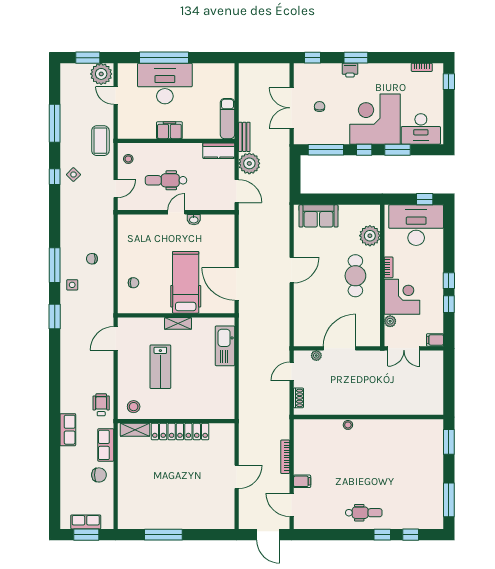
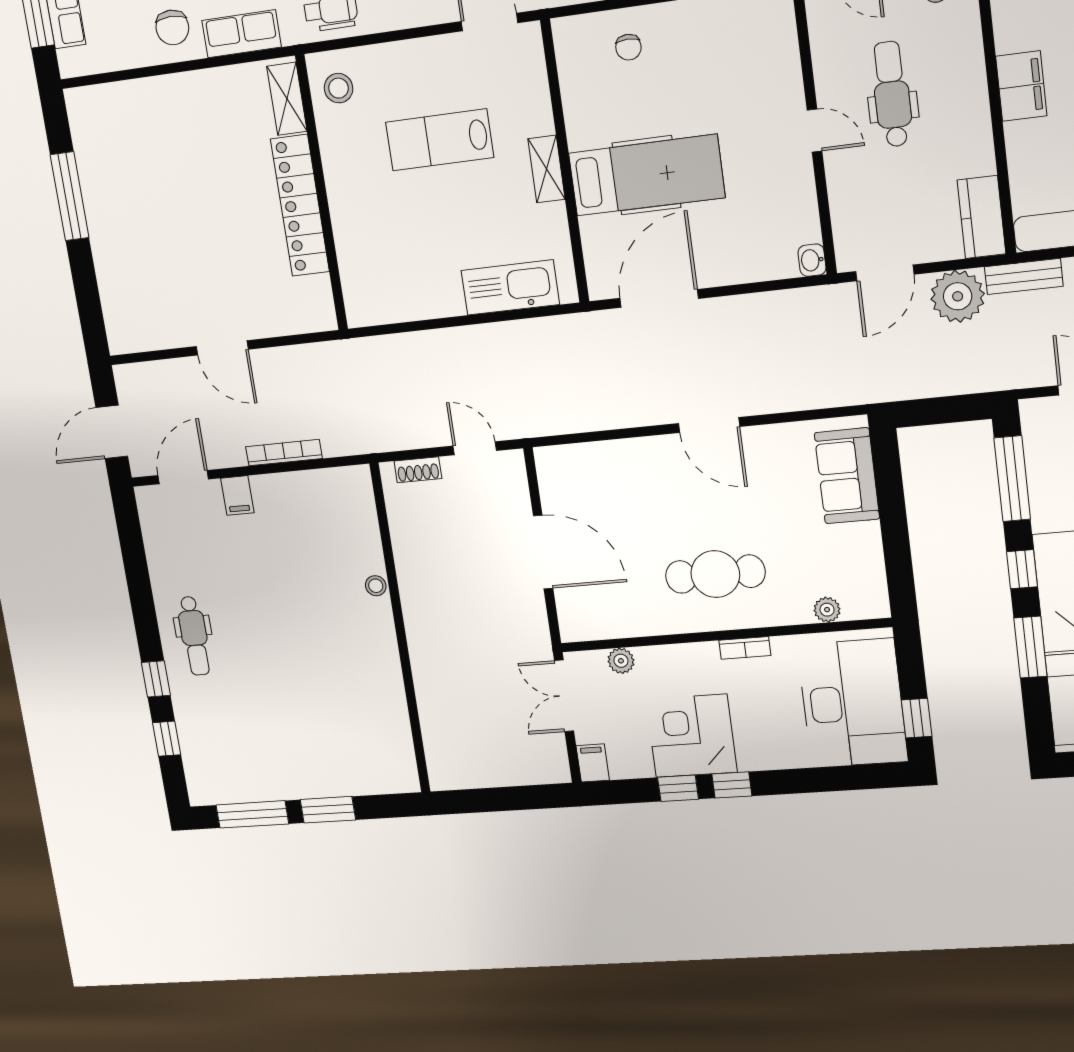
washbasin: (194, 220) -> (812, 260), moved
plant: (370, 236) -> (827, 610), width x0.53, depth x0.53
corner desk: (402, 297) -> (691, 736), moved, turned 180
plant: (316, 356) -> (519, 501), removed
window: (449, 442) -> (328, 810), moved

